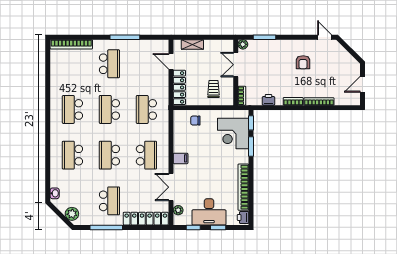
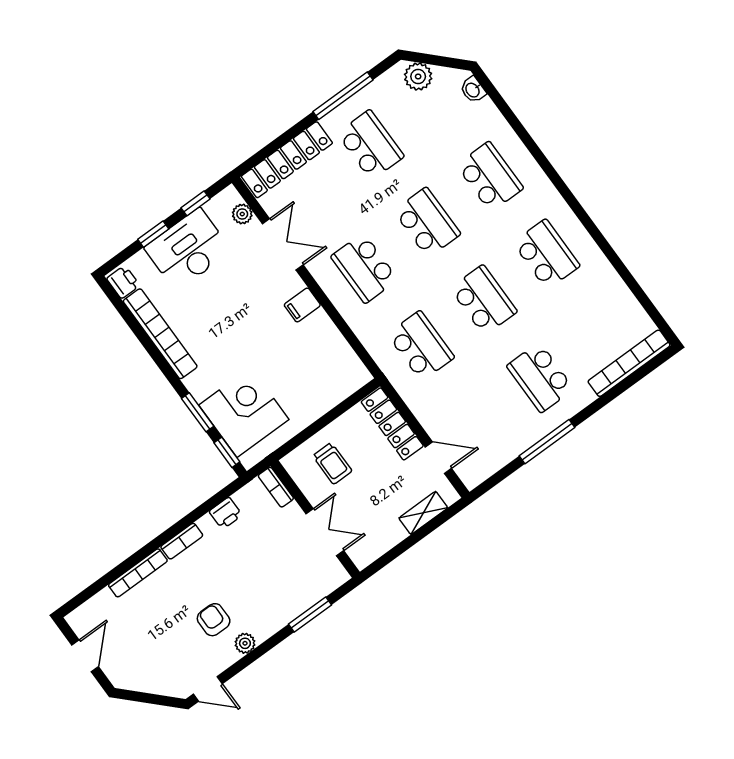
plant: (243, 44) -> (245, 643), moved
chair: (195, 121) -> (324, 387), removed
school desk: (109, 201) -> (371, 145), turned 180

